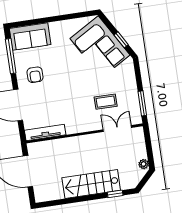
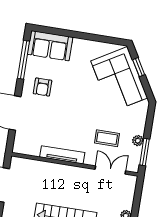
window: (121, 40) -> (139, 67), moved
plant: (133, 95) -> (138, 141), added
tv unit: (45, 132) -> (62, 155), moved

